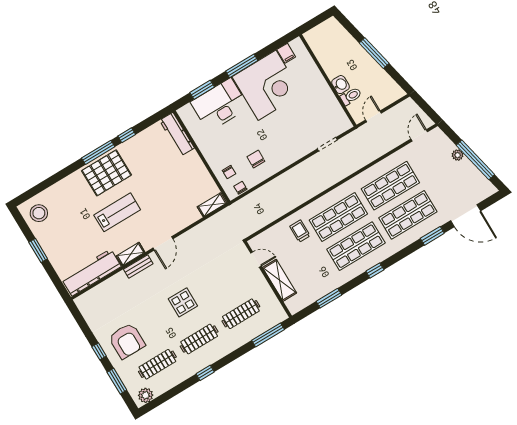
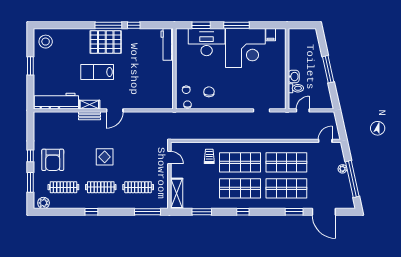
shelving: (212, 205) -> (162, 104), removed
lab bench: (117, 212) -> (97, 72), turned 180
shelving: (280, 280) -> (177, 193), moved

